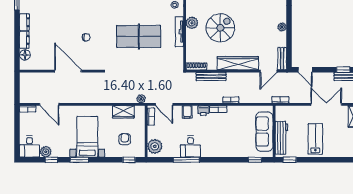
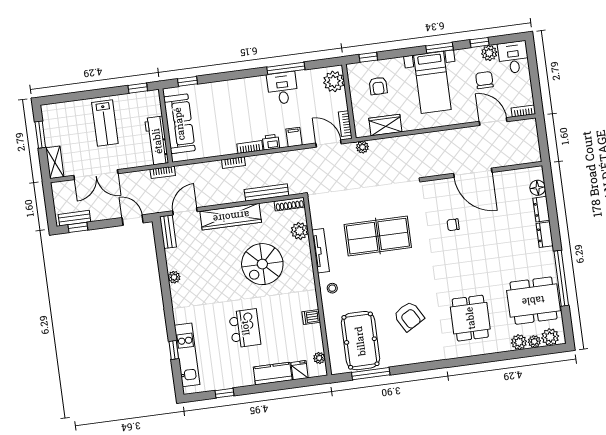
plant: (192, 23) -> (299, 231), moved
chair: (51, 134) -> (484, 80), added
workbench: (281, 138) -> (157, 141), moved

